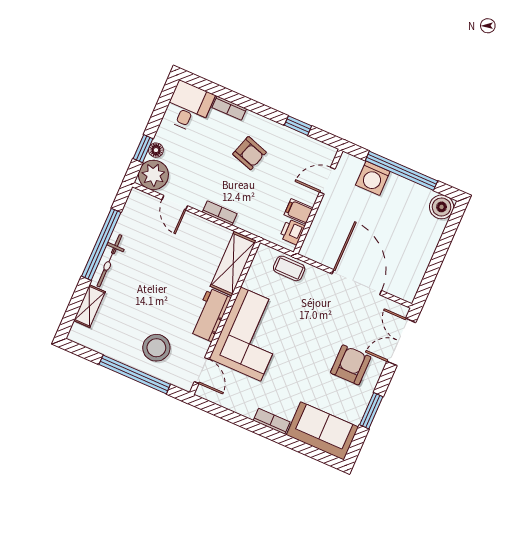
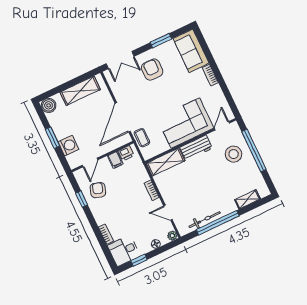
window: (143, 149) -> (139, 260), moved
armchair: (249, 153) -> (98, 190), moved
window: (401, 171) -> (52, 138), width x0.47
plant: (153, 175) -> (172, 236), width x0.53, depth x0.53
door: (327, 181) -> (90, 162), hinge flipped
door: (175, 203) -> (168, 213), swing flipped
shelving: (418, 260) -> (80, 91), added
bicycle: (109, 261) -> (205, 220), moved
door: (357, 282) -> (123, 117), moved
armchair: (351, 365) -> (152, 70), turned 90

